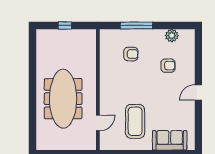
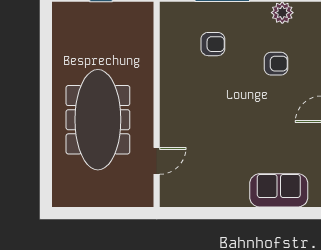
coffee table: (135, 121) -> (220, 158), removed

